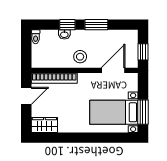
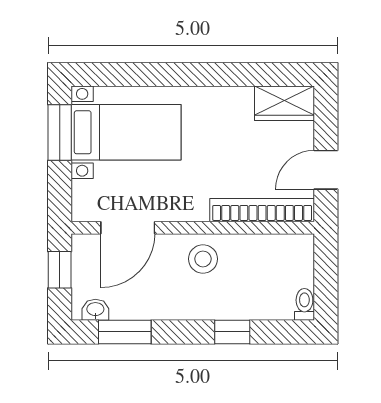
window: (96, 25) -> (125, 332), moved
washbasin: (64, 34) -> (95, 310), moved

